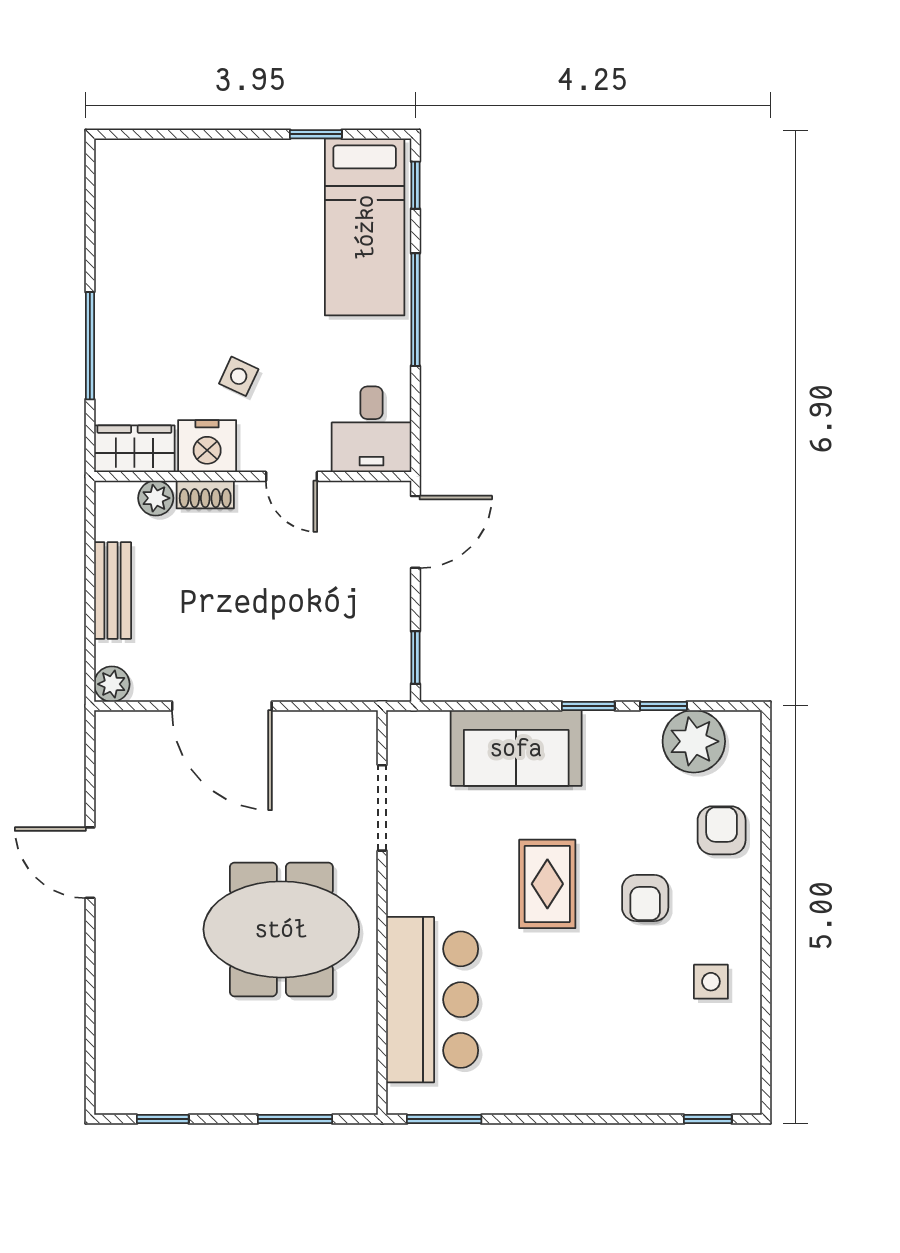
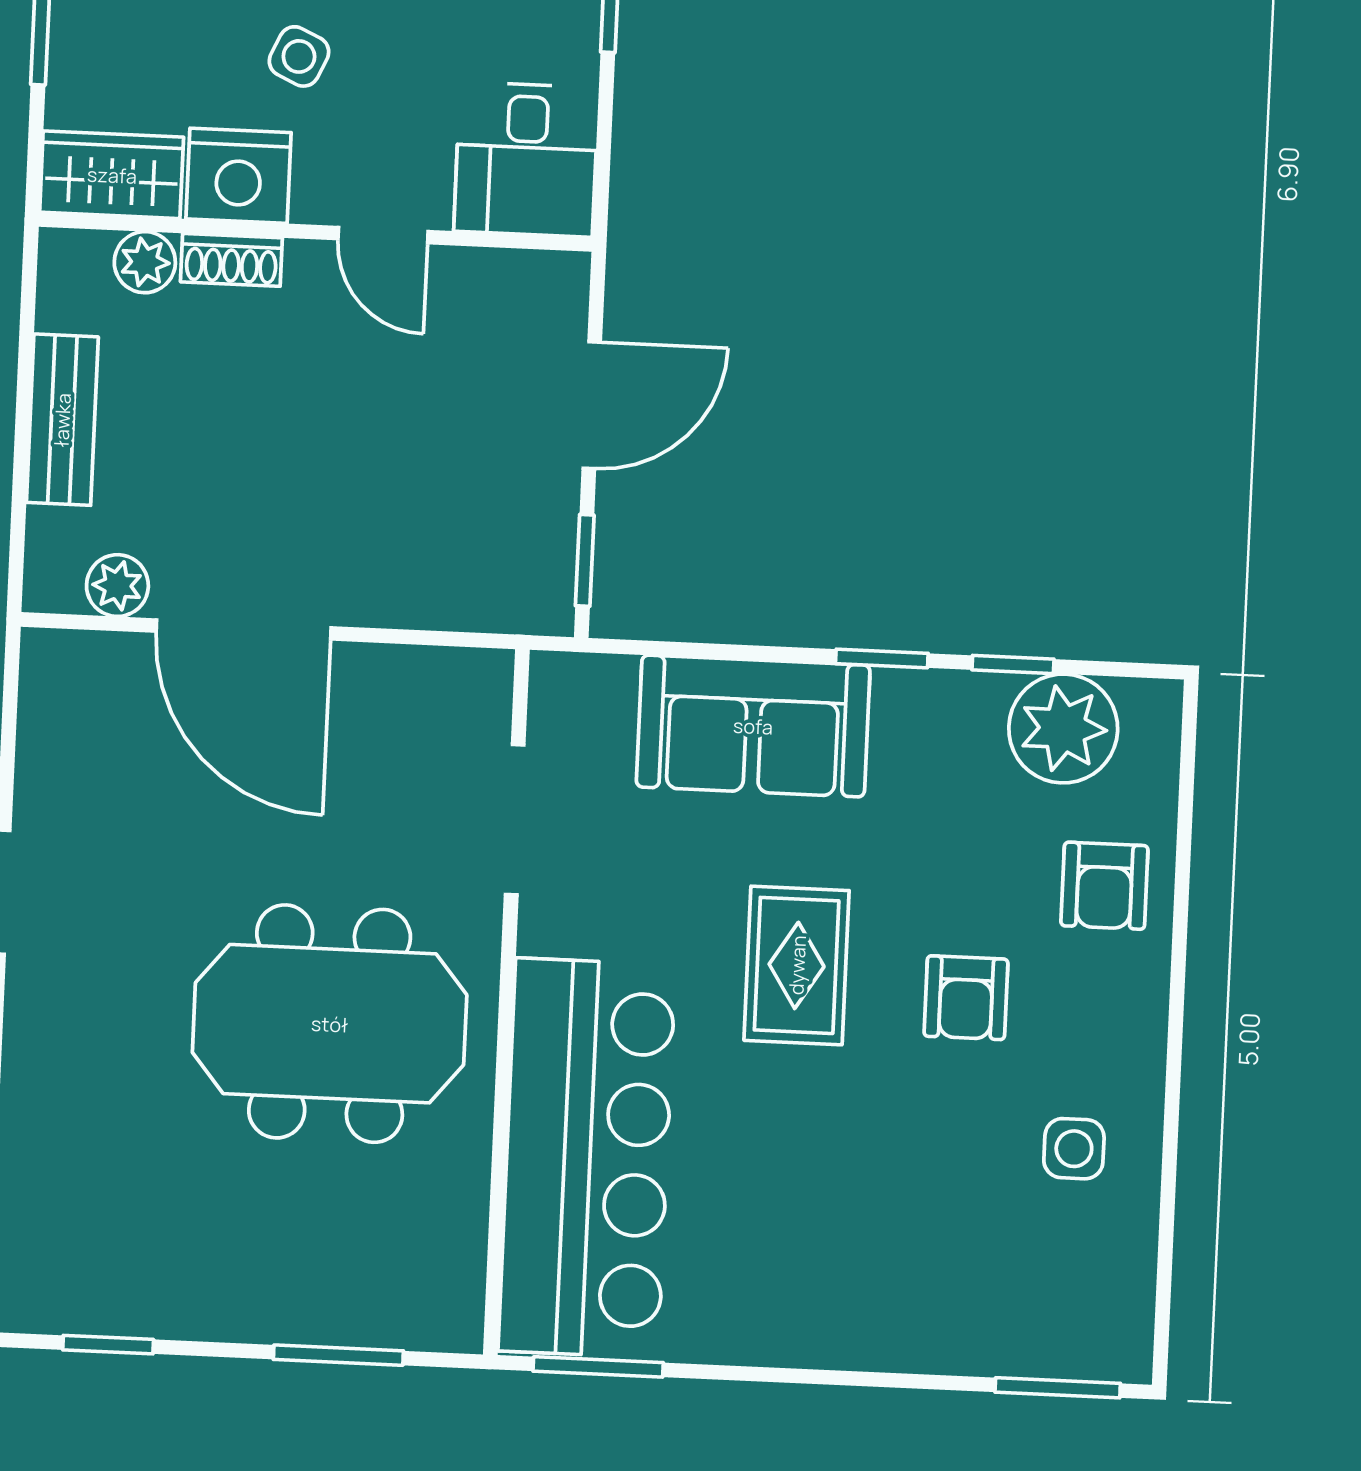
door: (415, 532) -> (592, 405), moved
plant: (112, 684) -> (117, 586), moved
armchair: (722, 830) -> (1104, 886), turned 180
bar counter: (432, 1000) -> (587, 1158), width x1.36
window: (708, 1119) -> (1058, 1388), width x1.50

